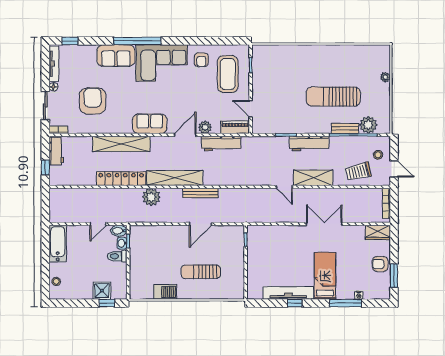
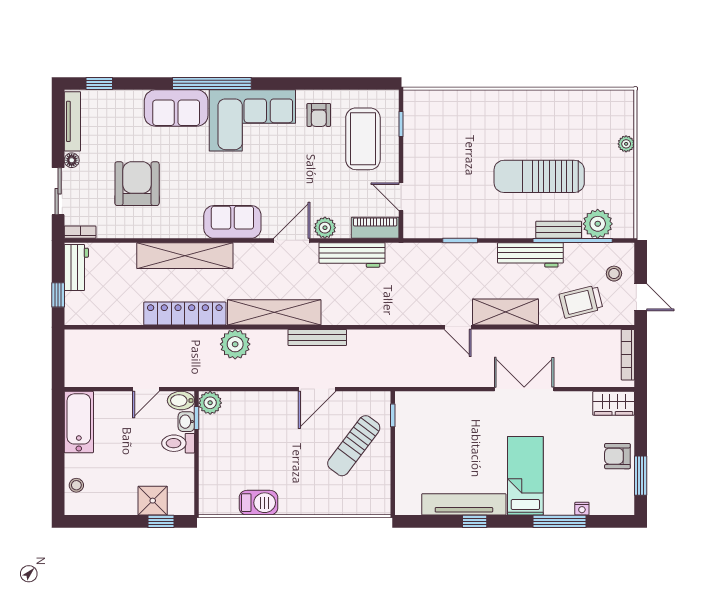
workbench: (309, 144) -> (530, 255), moved
plant: (136, 232) -> (210, 403), added
sun lounger: (201, 272) -> (354, 446), moved, turned -53

